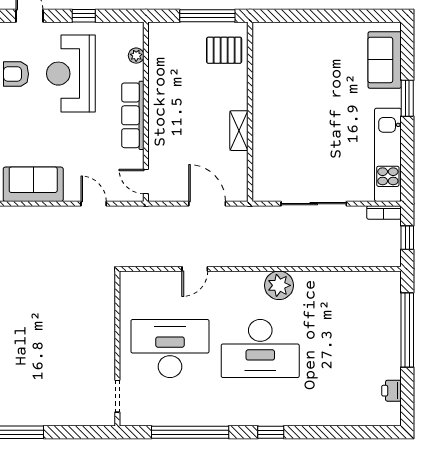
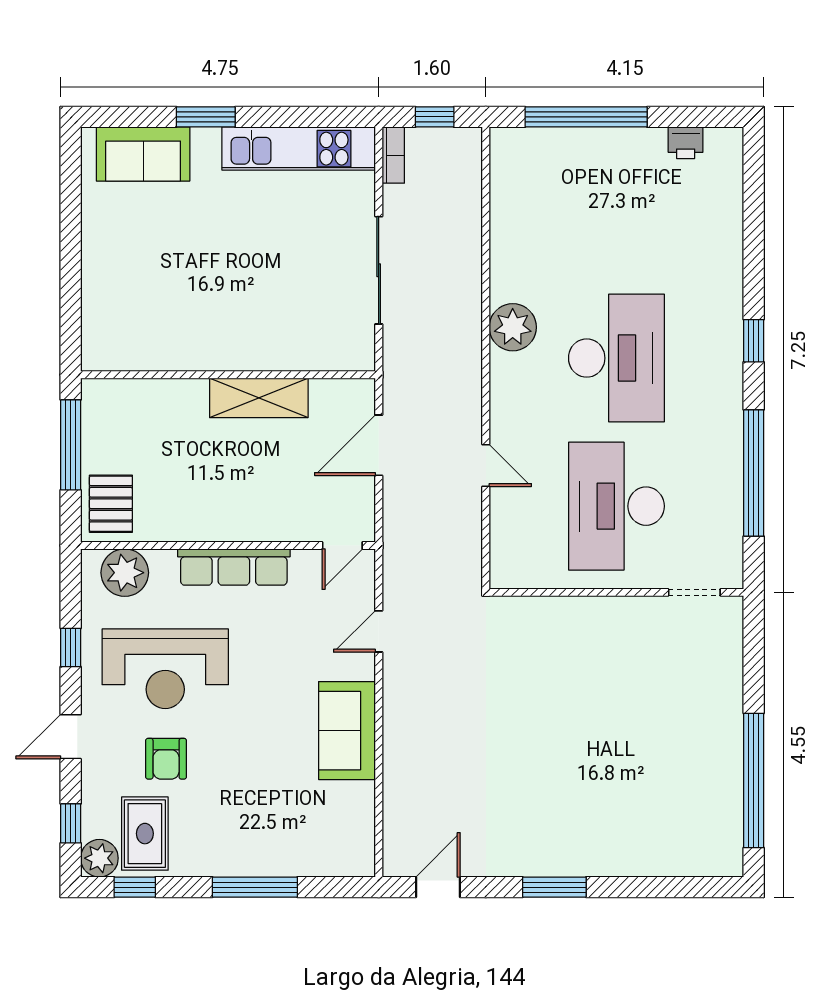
pallet: (224, 50) -> (111, 504), moved
plant: (136, 56) -> (125, 573), width x1.87, depth x1.87
shelving: (239, 131) -> (259, 398), width x1.50, depth x1.33

